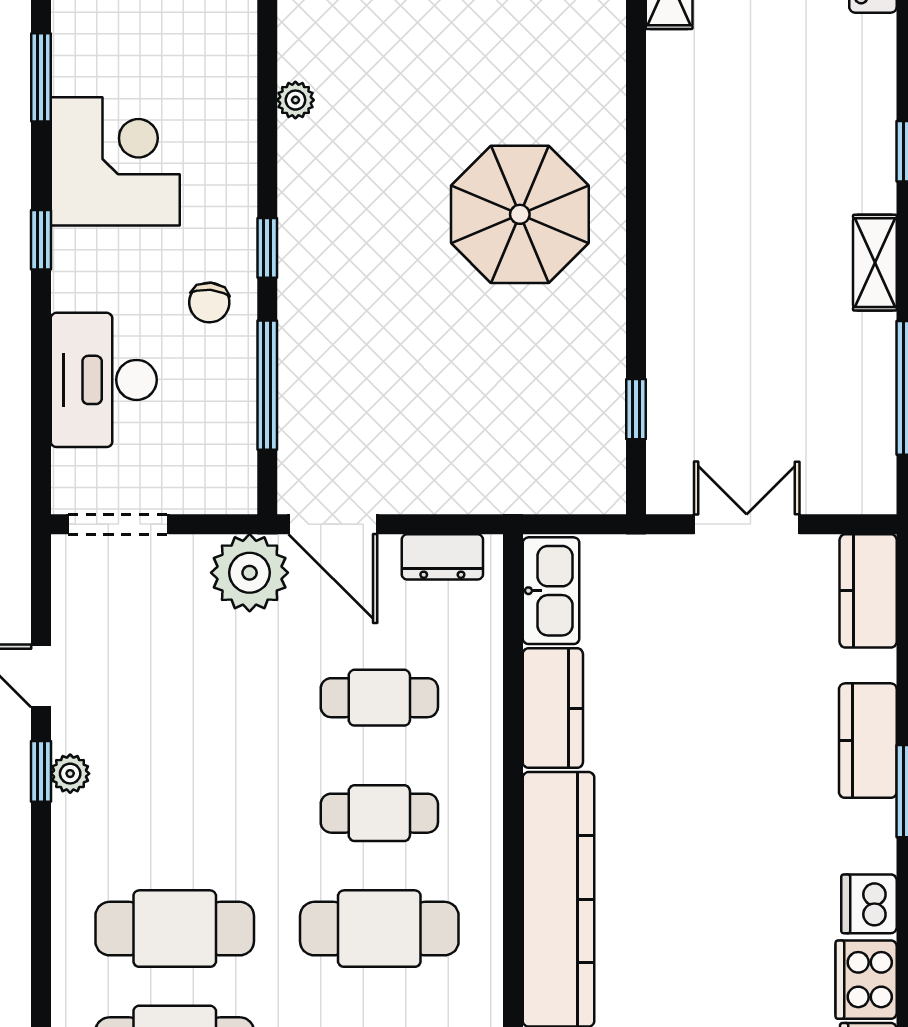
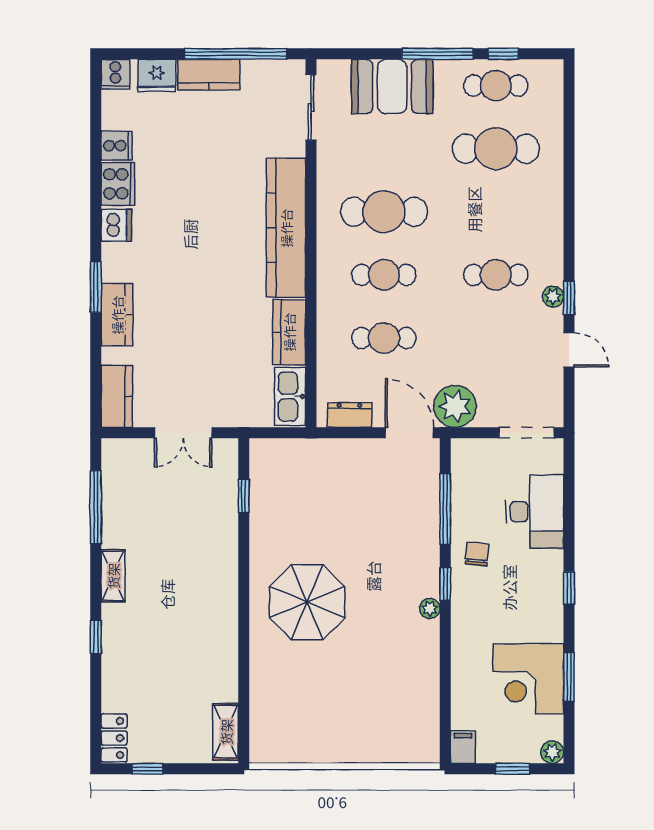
plant: (295, 100) -> (430, 608), moved
corner desk: (115, 161) -> (528, 679), moved
cafe table: (175, 929) -> (496, 275), moved, width x0.73, depth x0.74

